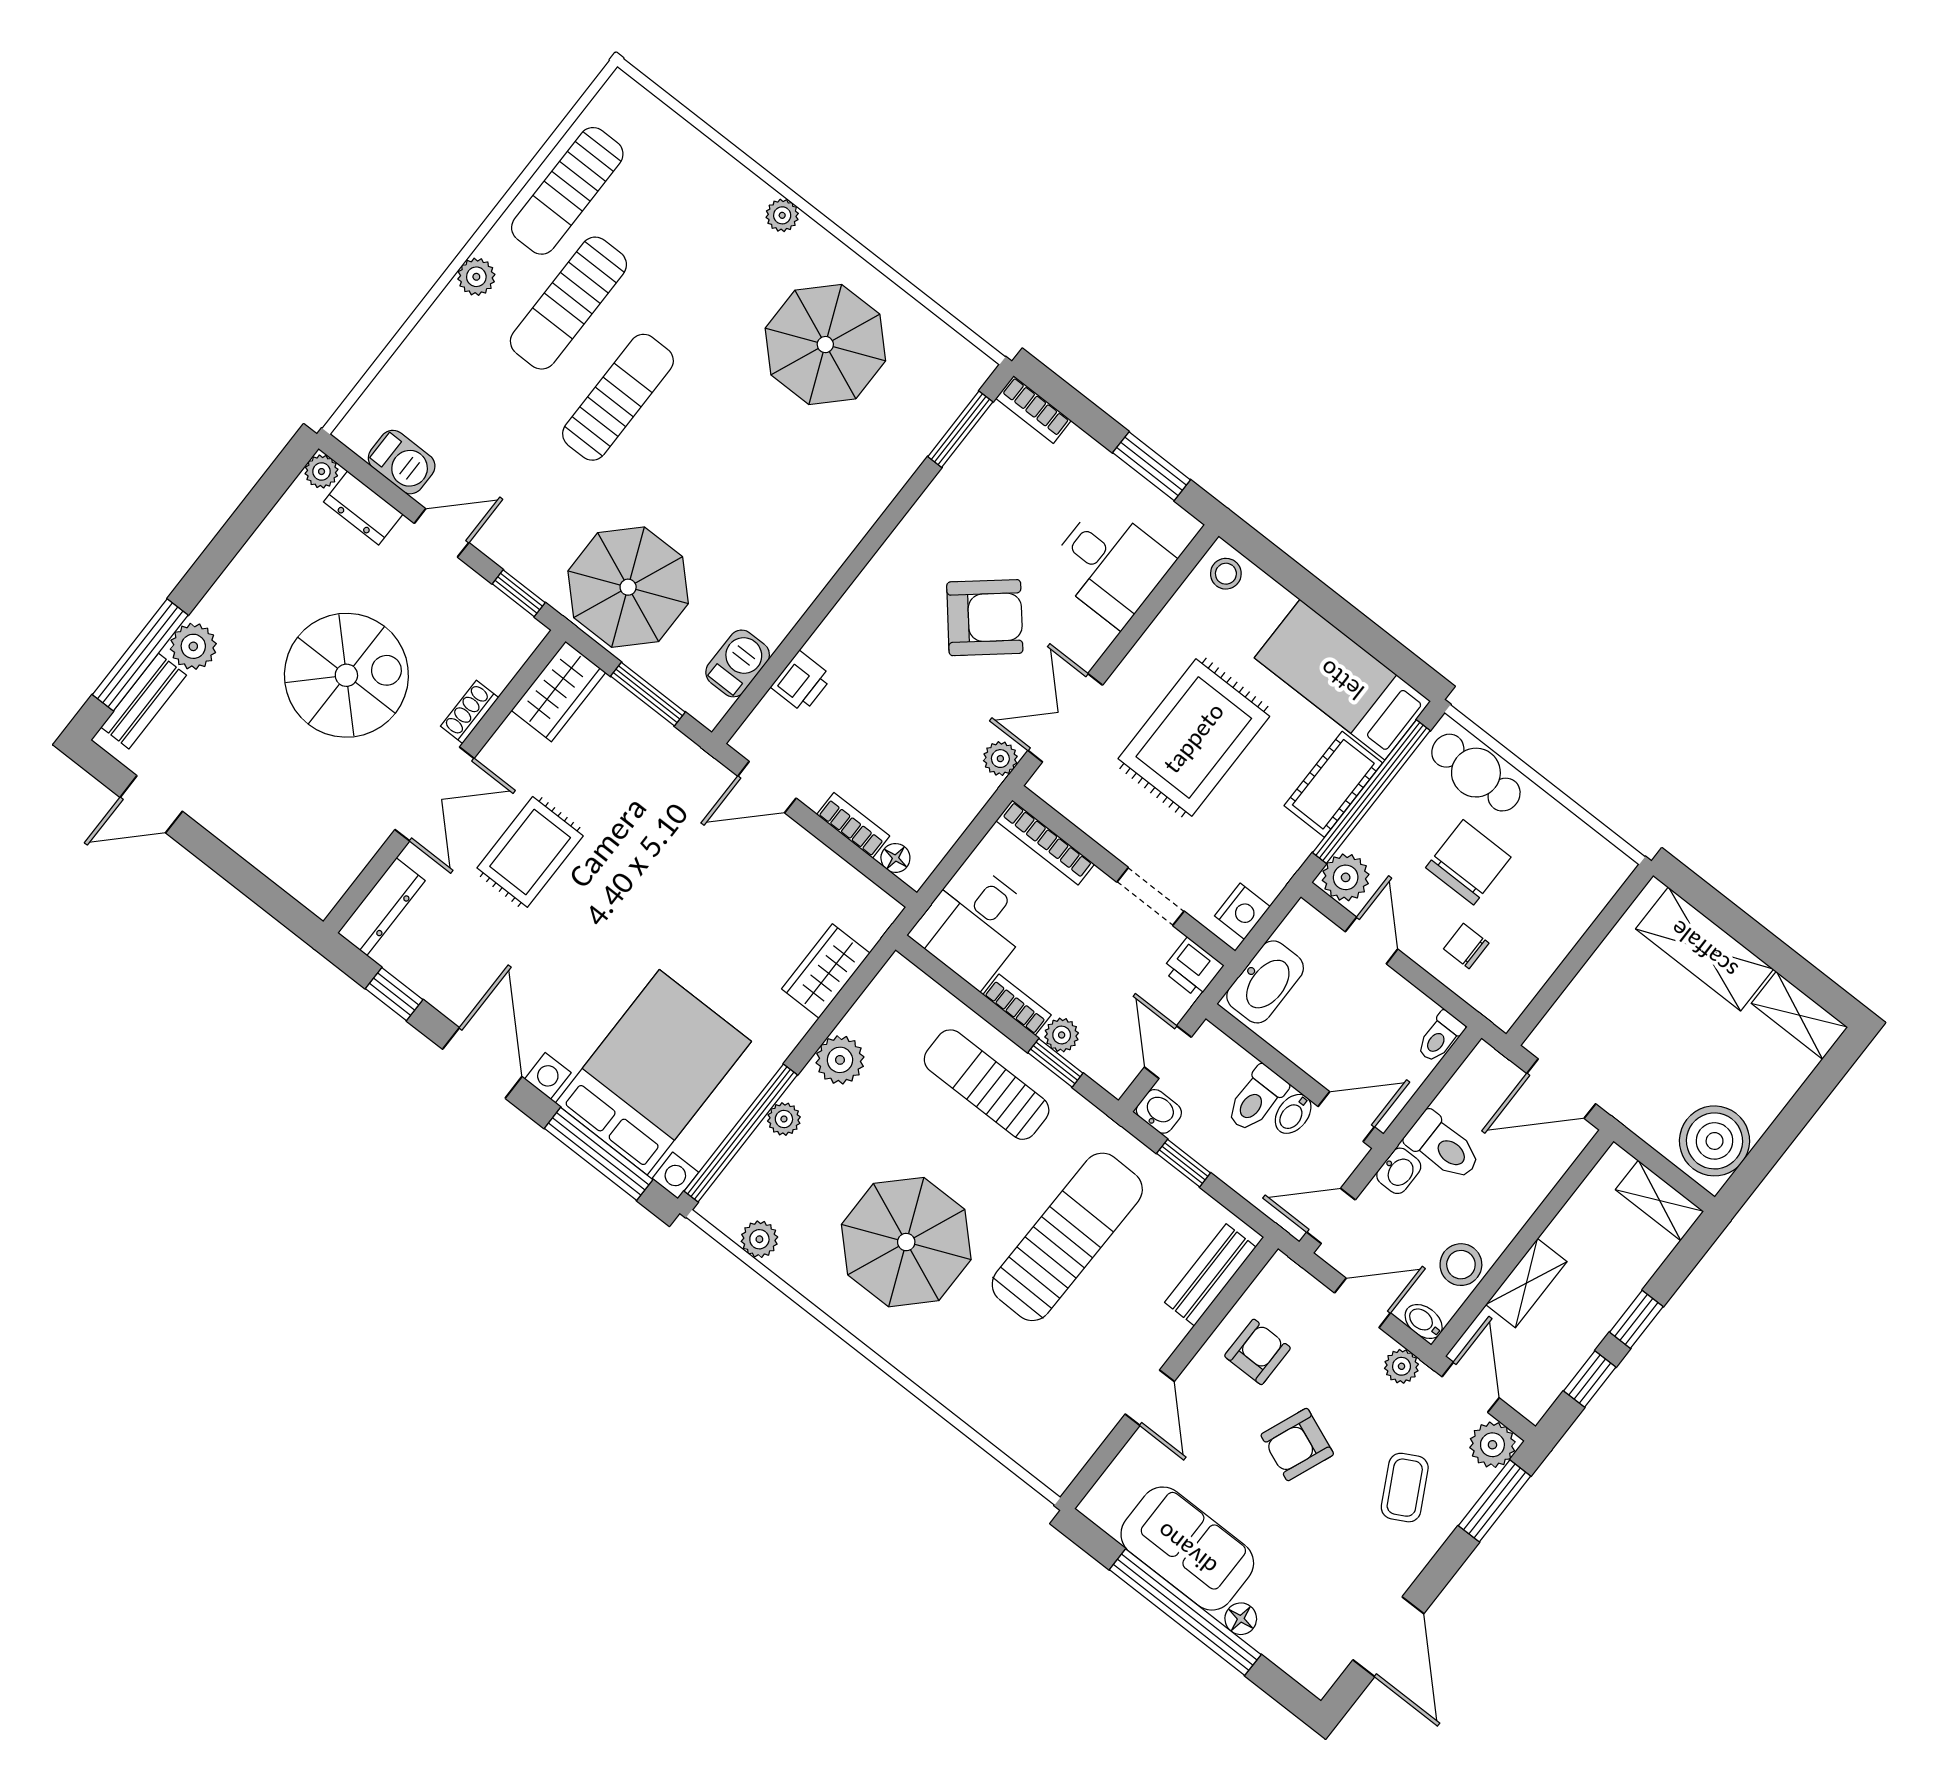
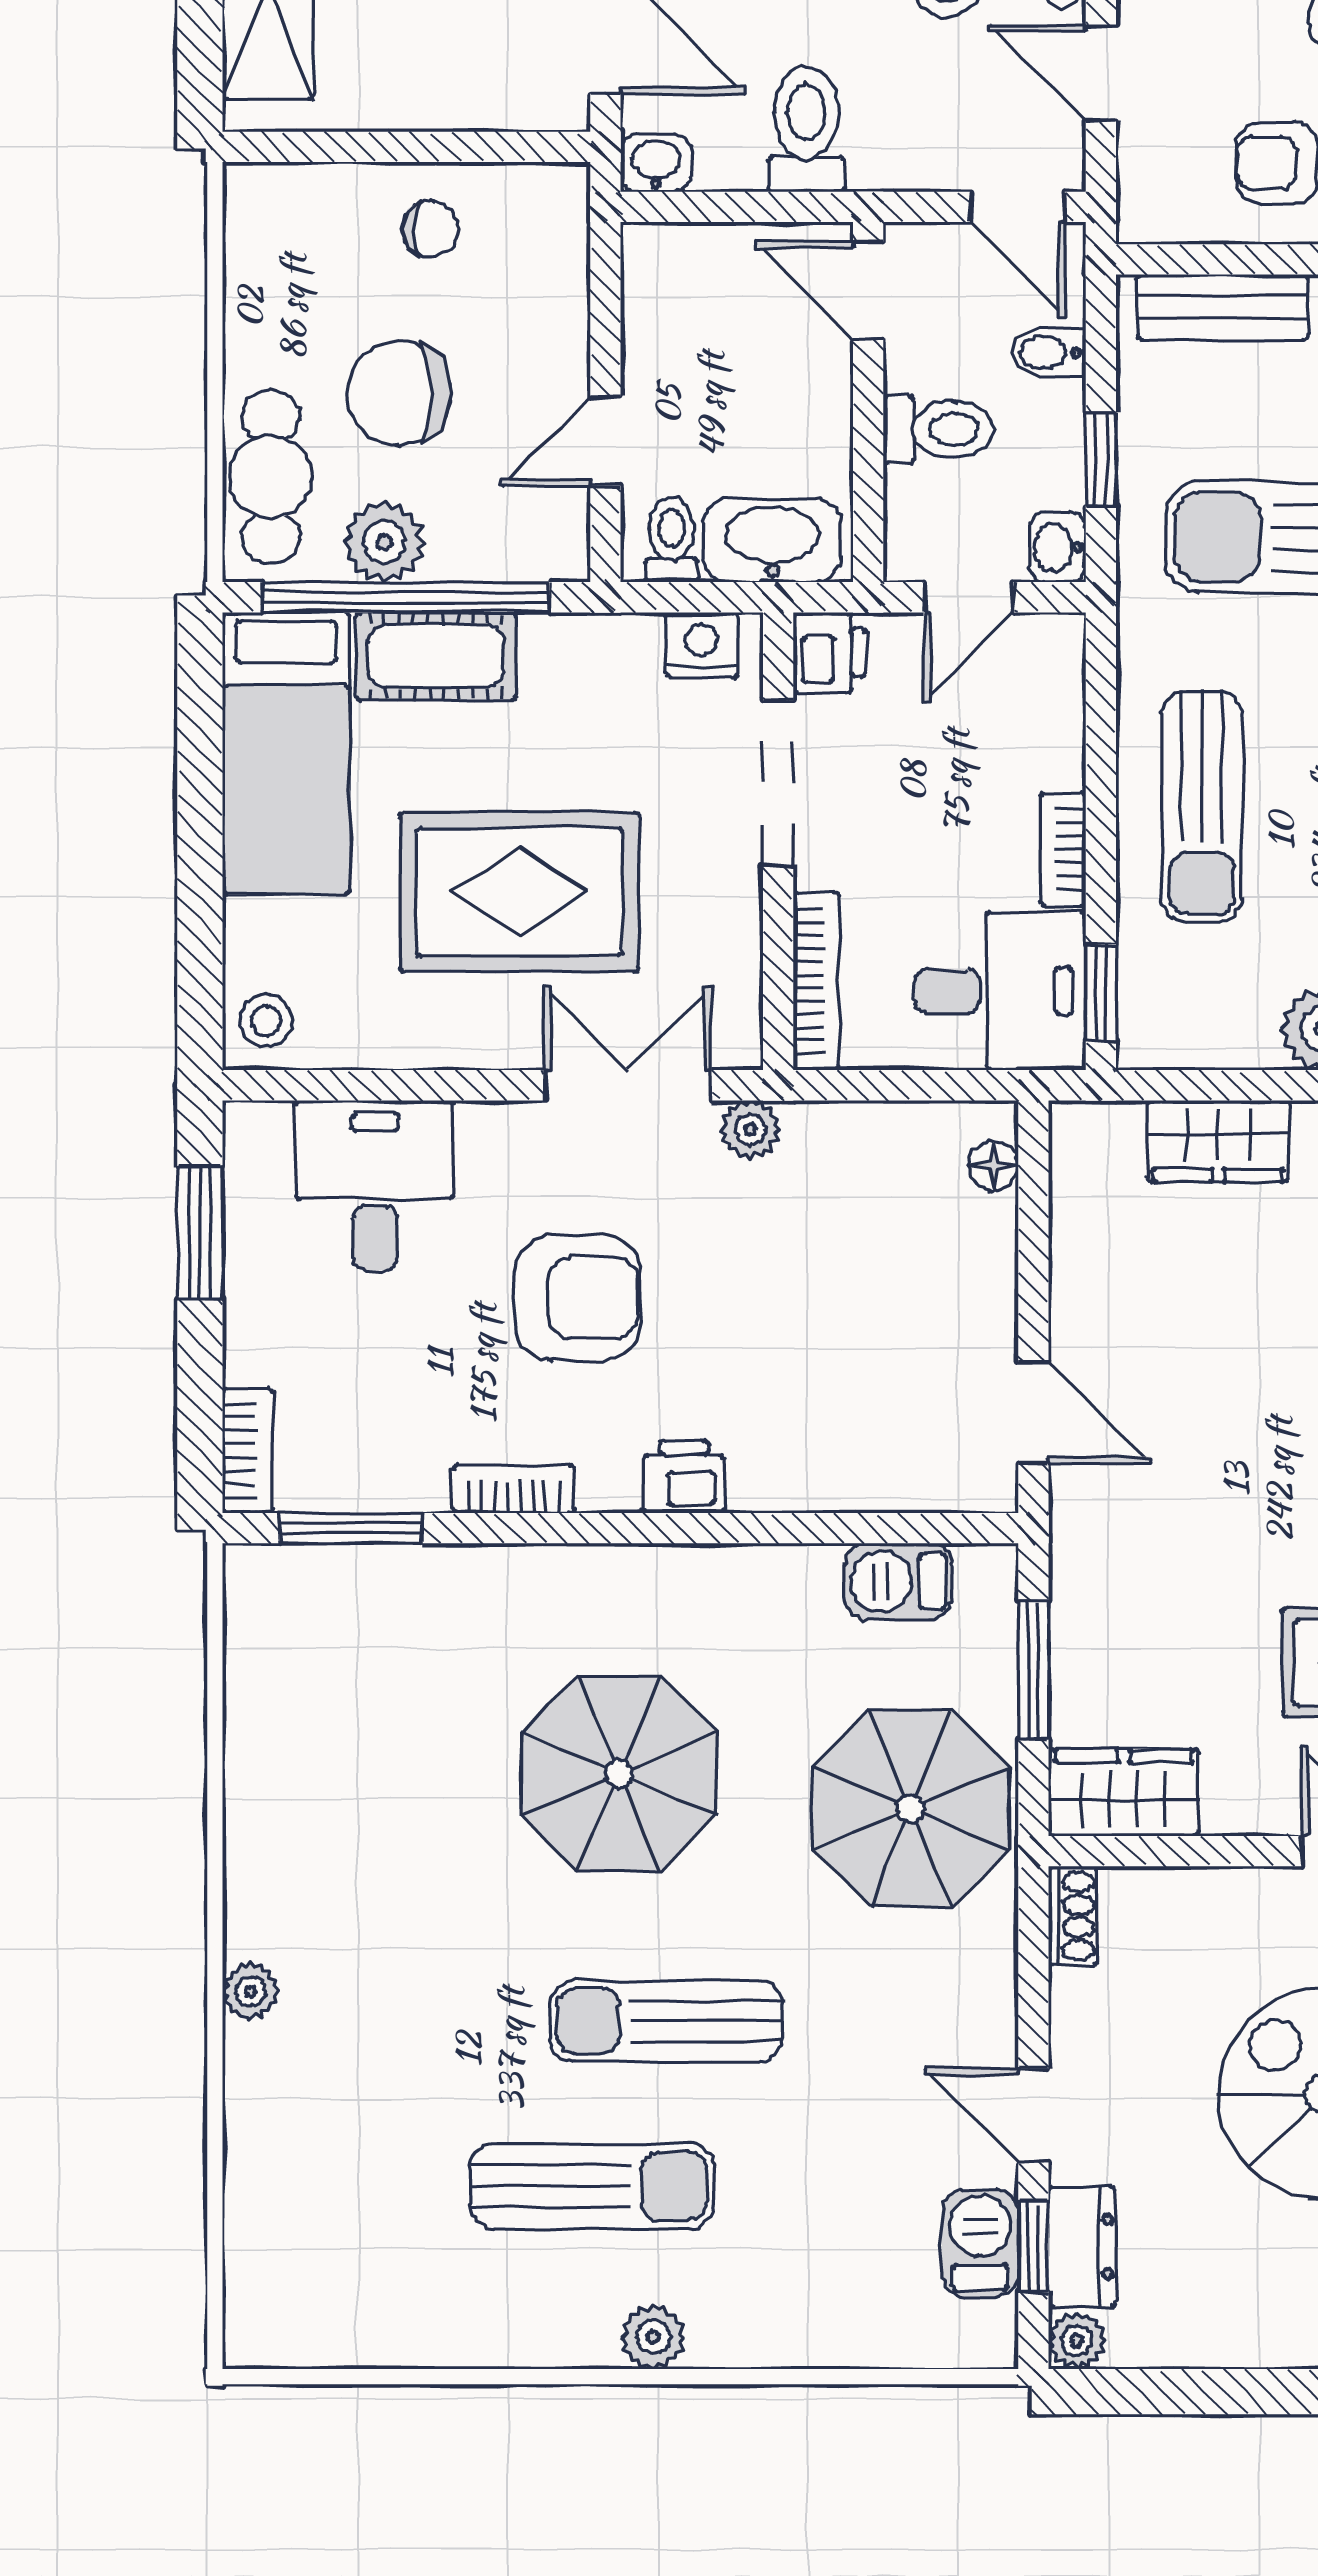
sun lounger: (567, 191) -> (443, 2305), removed
parasol: (825, 345) -> (619, 1774), moved
window: (519, 593) -> (1033, 2246), moved
armchair: (985, 618) -> (578, 1298), turned 130
printer: (802, 682) -> (684, 1477), moved
shoe rack: (470, 712) -> (1073, 1916), moved, turned -90
double door: (1065, 718) -> (628, 1085), swing flipped
bookcase: (853, 825) -> (514, 1489), moved, turned 90
plant: (1346, 877) -> (385, 542), moved
doorway: (1151, 897) -> (778, 783), width x1.38
chair: (1466, 946) -> (431, 229), moved, turned -90
plant: (1062, 1035) -> (1057, 758), removed
toilet: (1440, 1037) -> (672, 540), moved, turned -90
window: (1055, 1063) -> (1101, 992), moved
bidet: (1293, 1114) -> (1049, 352), moved, turned 180
washbasin: (1399, 1171) -> (656, 163), moved

